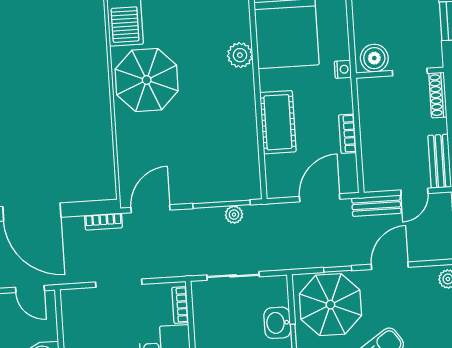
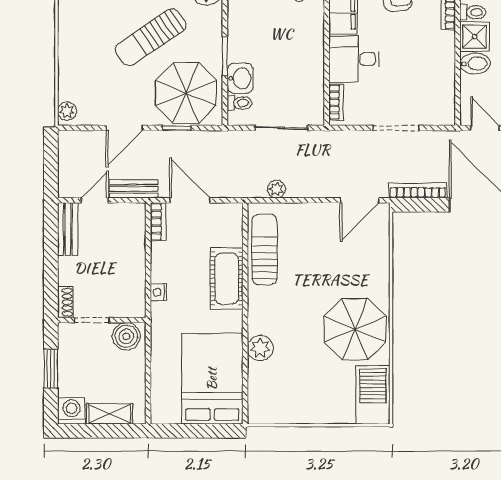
nightstand: (343, 69) -> (158, 292), moved
shoe rack: (438, 95) -> (65, 302), width x0.70
bookcase: (347, 134) -> (158, 222), moved
sun lounger: (242, 154) -> (265, 249), added
door: (320, 198) -> (190, 200), swing flipped
window: (221, 204) -> (288, 200), removed
bookcase: (103, 222) -> (418, 191), width x1.56
toilet: (276, 298) -> (239, 103), added

